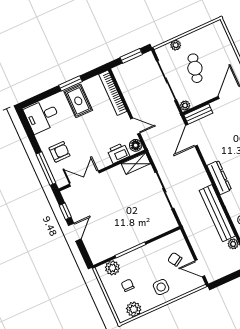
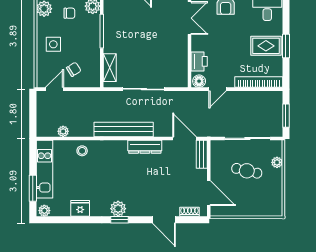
plant: (185, 105) -> (216, 145), removed
shelving: (136, 164) -> (110, 68), moved
dresser: (219, 178) -> (145, 147), moved
bench: (217, 213) -> (124, 129), moved

